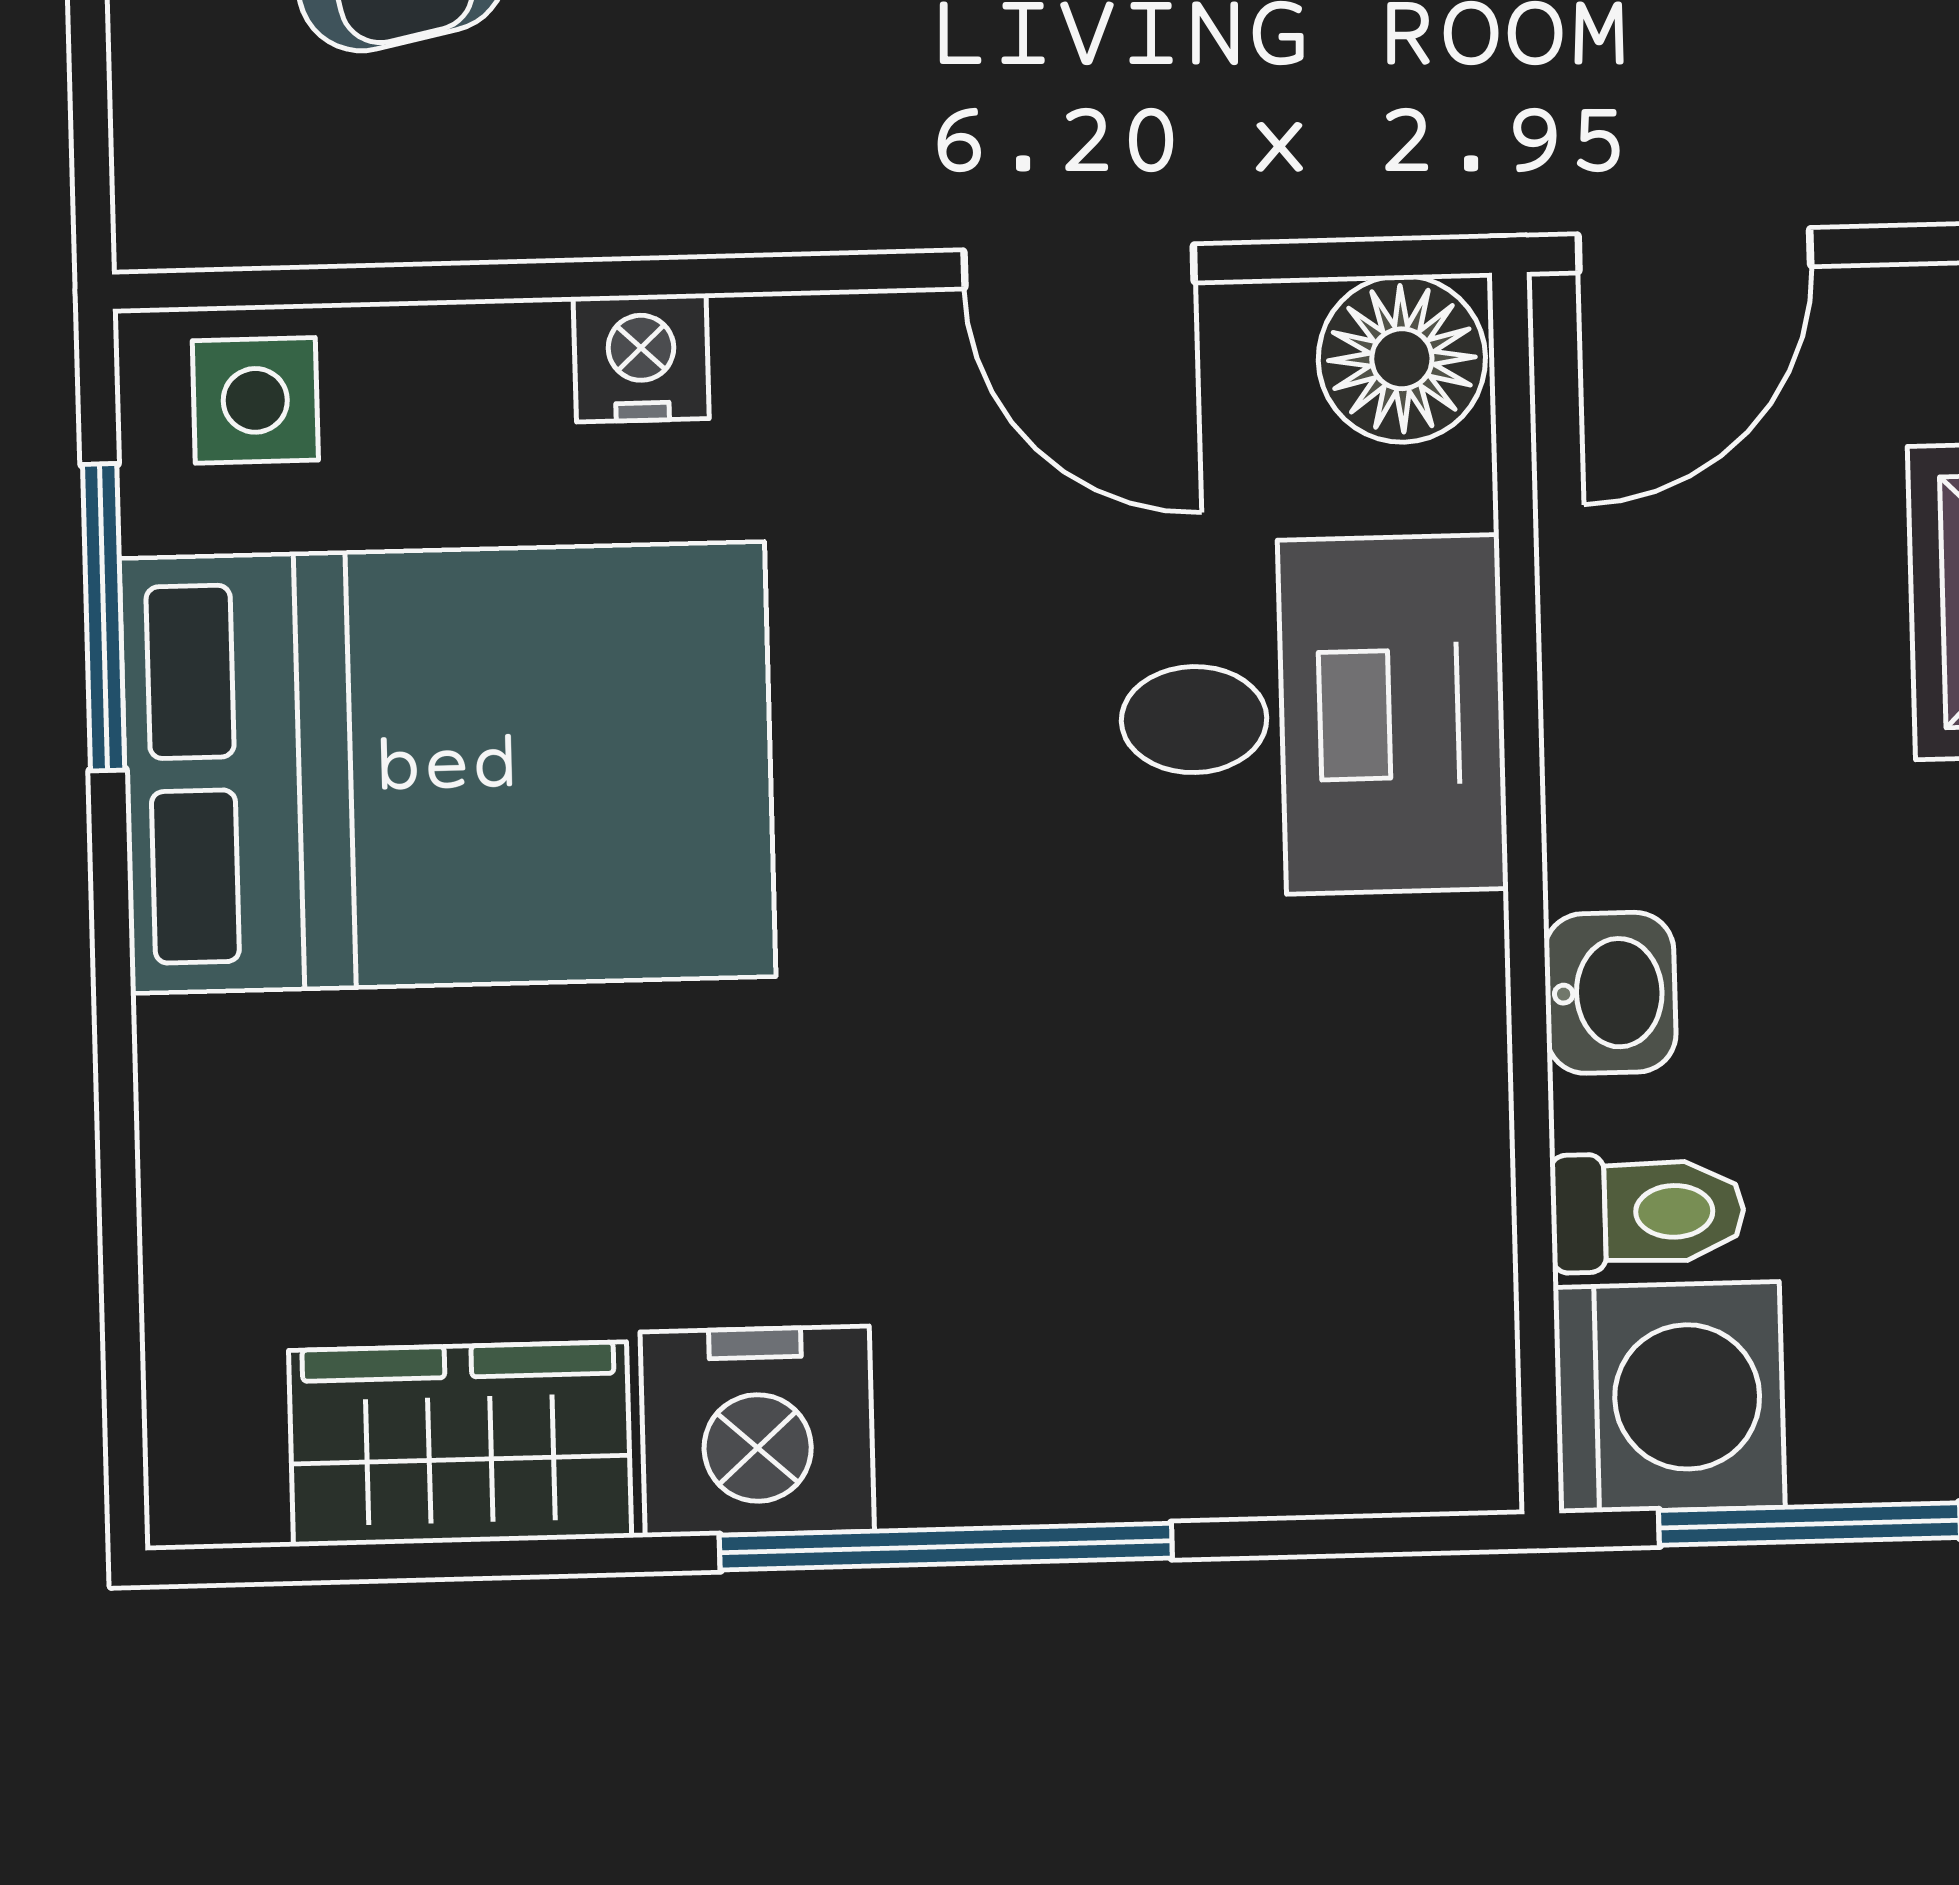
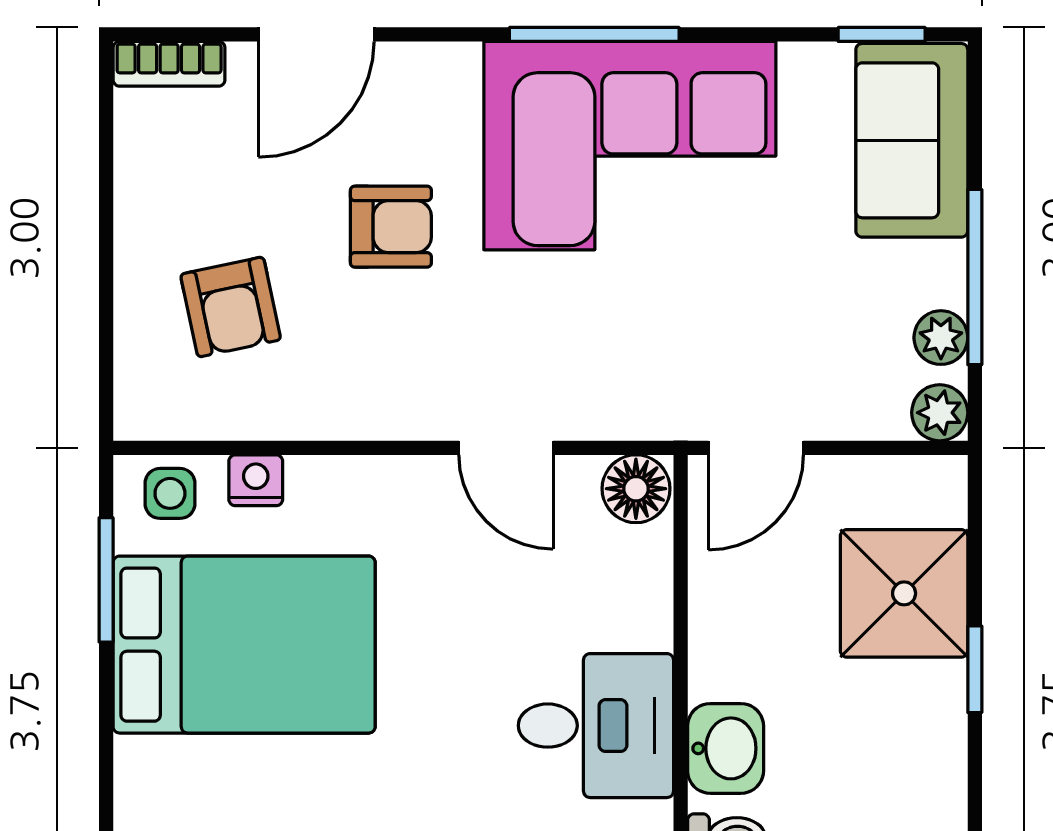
nightstand: (641, 358) -> (256, 480), moved
desk: (1313, 716) -> (596, 726), moved
washbasin: (1610, 993) -> (726, 748), width x1.38, depth x1.45

